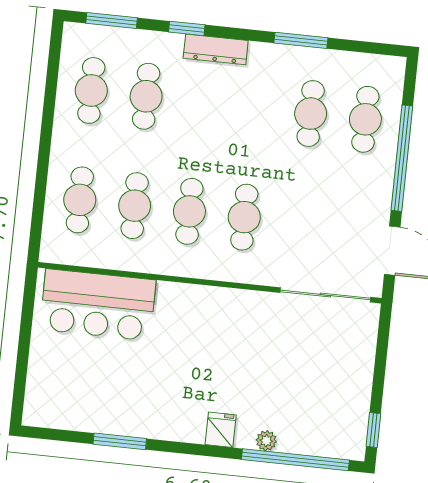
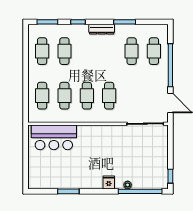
dresser: (216, 49) -> (102, 29), moved

